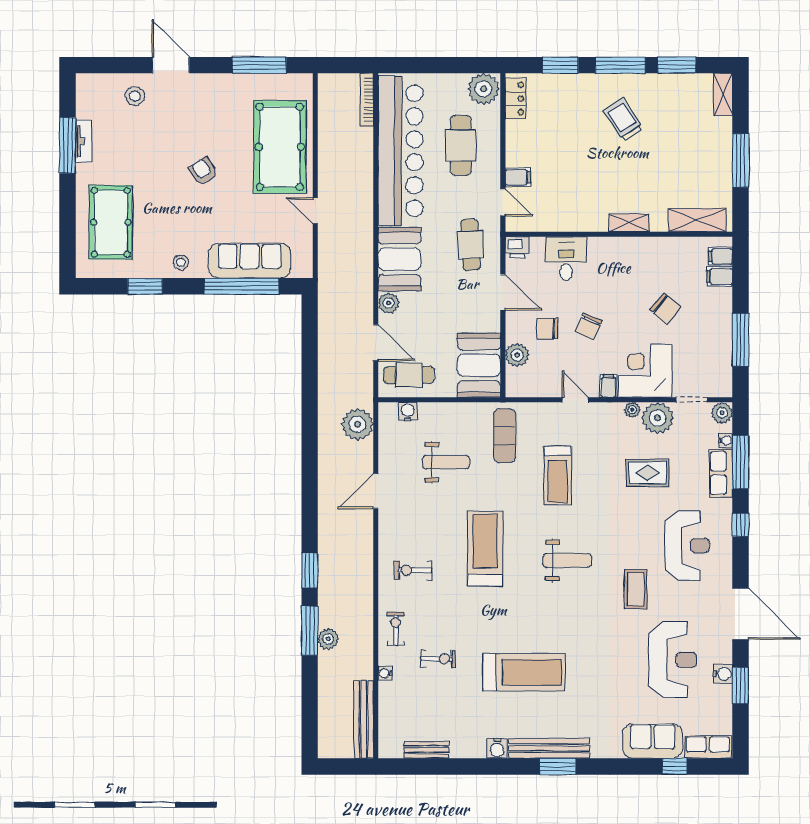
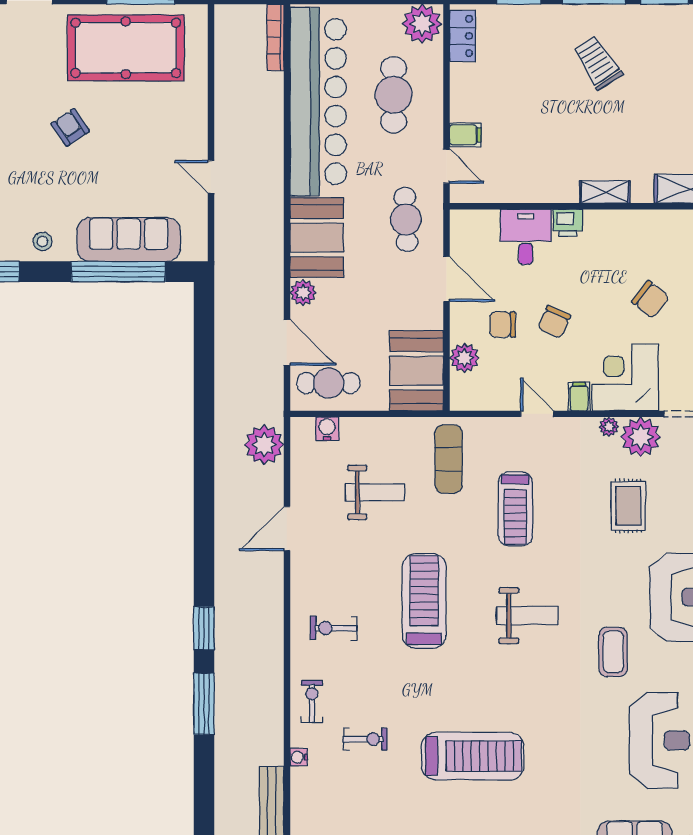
pool table: (280, 147) -> (126, 48), moved, turned 90
printer: (517, 247) -> (568, 223), moved
rug: (648, 473) -> (628, 506), turned 90
plant: (328, 639) -> (227, 714), removed

